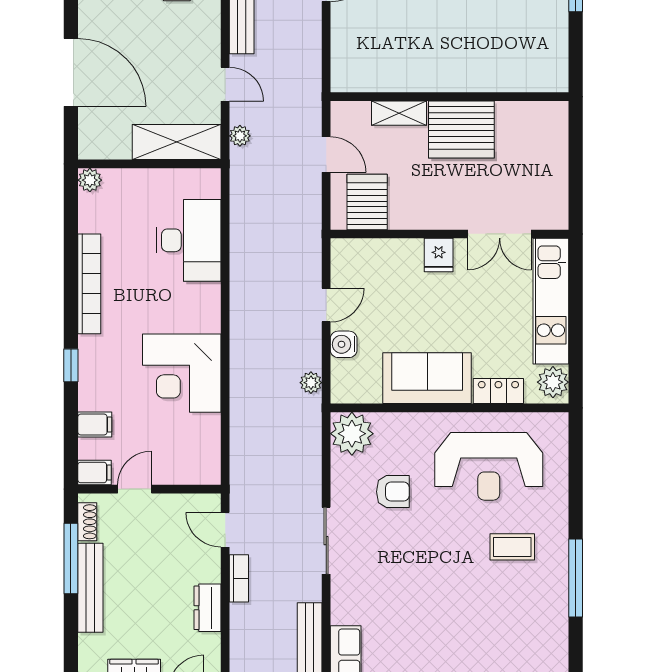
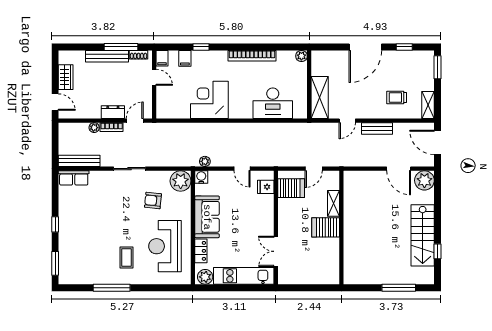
door: (71, 72) -> (365, 47), moved
server rack: (461, 130) -> (326, 227), width x0.62
plant: (240, 136) -> (94, 128), moved
fridge: (439, 255) -> (266, 187), moved
water cooler: (344, 344) -> (201, 177), moved
window: (71, 365) -> (201, 47), moved
armchair: (393, 492) -> (153, 200), turned 96
dresser: (207, 608) -> (113, 112), moved

